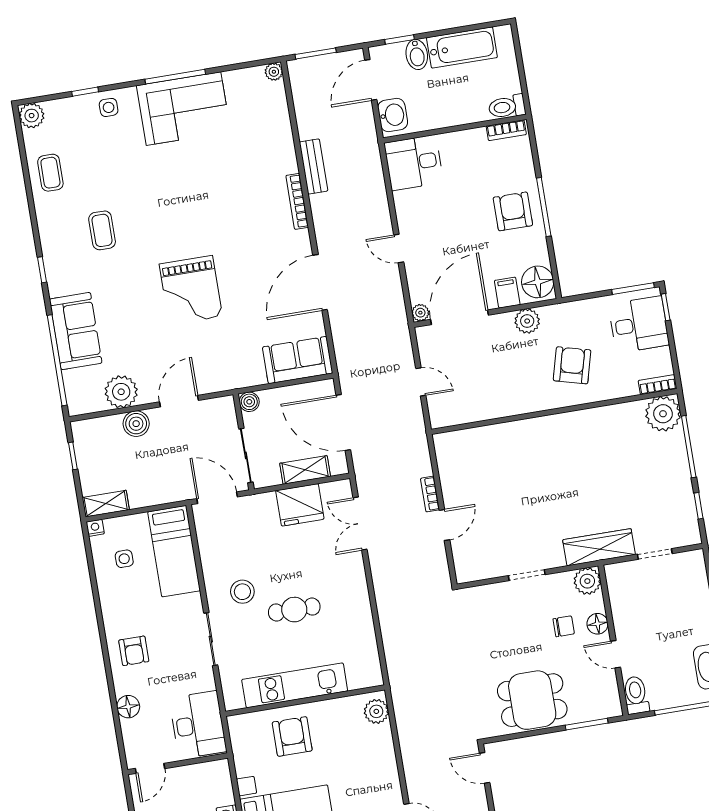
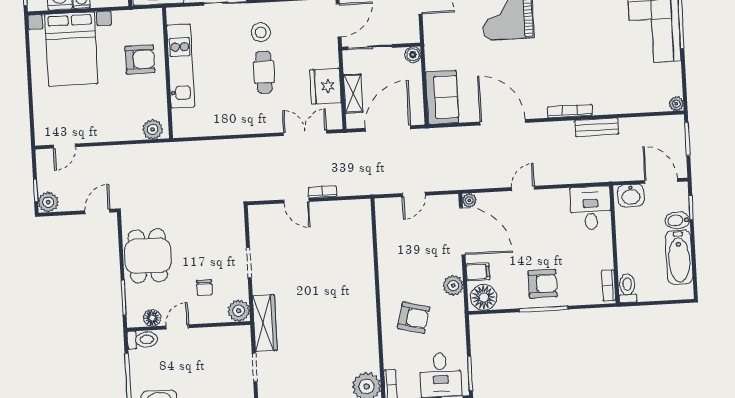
cafe table: (294, 610) -> (264, 72), moved
floor lamp: (598, 624) -> (152, 318), moved

